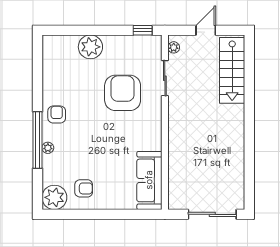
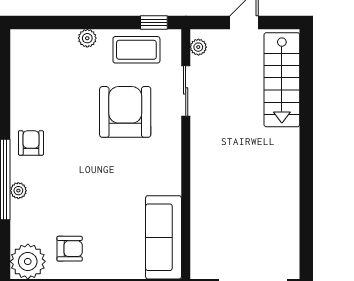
plant: (90, 47) -> (87, 38), width x0.53, depth x0.53
coffee table: (130, 49) -> (136, 50), added

